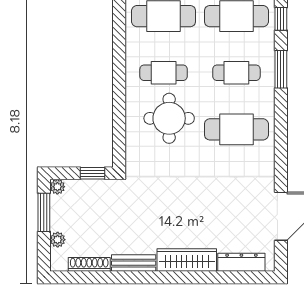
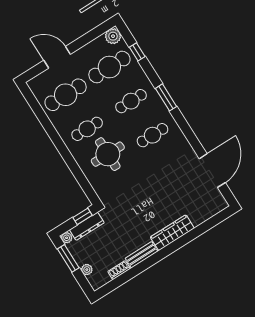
window: (281, 69) -> (166, 97), moved
cafe table: (236, 129) -> (153, 135), width x0.73, depth x0.74
dresser: (241, 262) -> (87, 226), moved, turned 180
shoe rack: (89, 264) -> (119, 270), width x0.70

